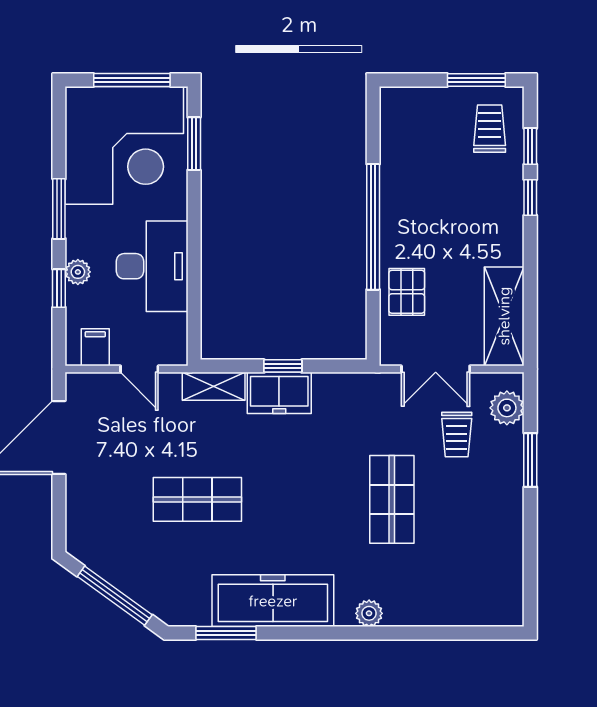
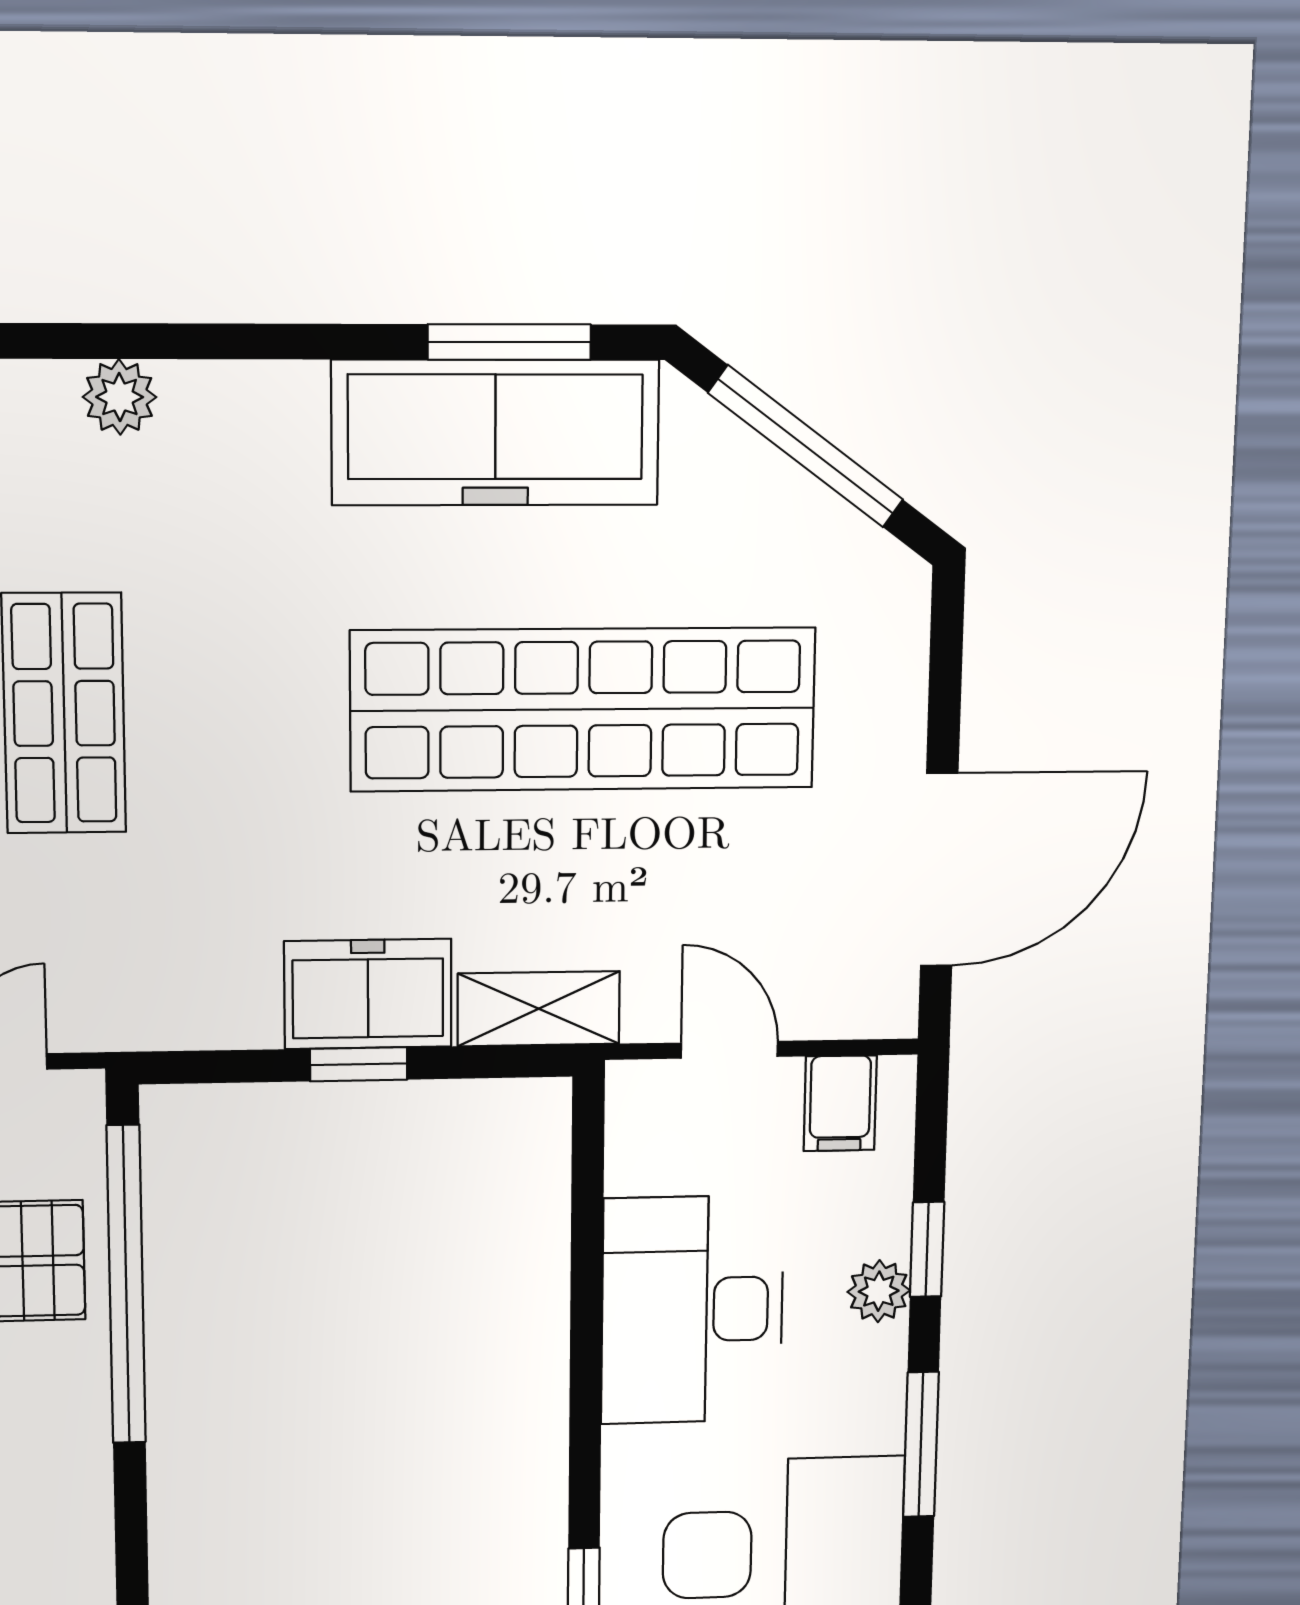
window: (373, 227) -> (126, 1285), moved
shop shelf: (197, 499) -> (583, 709), width x2.00, depth x1.36
freezer: (273, 601) -> (495, 433), moved

